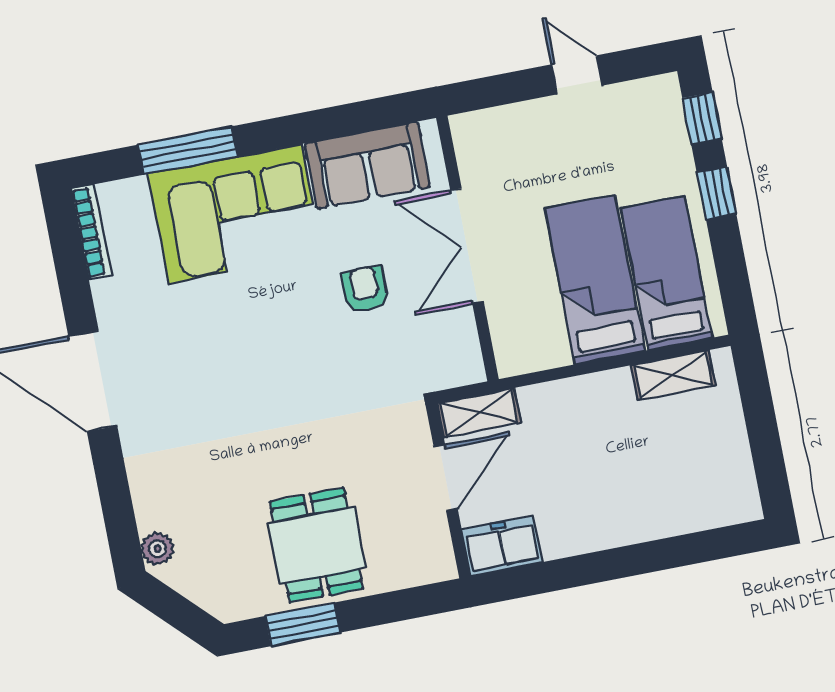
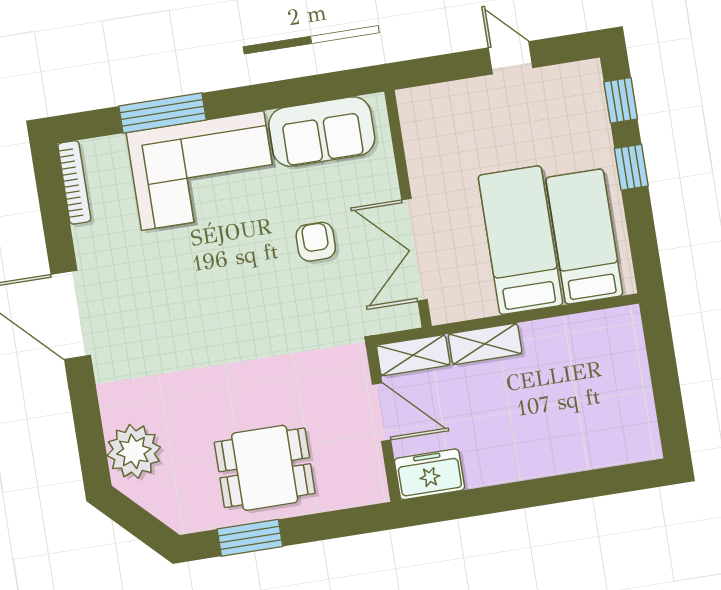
double door: (467, 246) -> (415, 250), moved
shelving: (673, 375) -> (485, 344), moved
door: (446, 478) -> (382, 412), hinge flipped
dining table: (317, 545) -> (265, 468), turned 90
plant: (158, 549) -> (134, 451), width x1.88, depth x1.88

